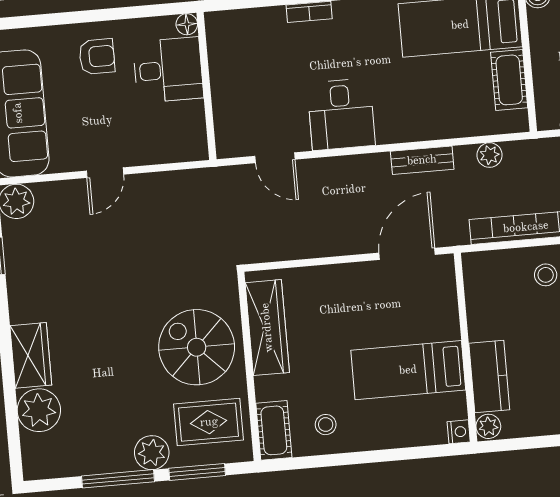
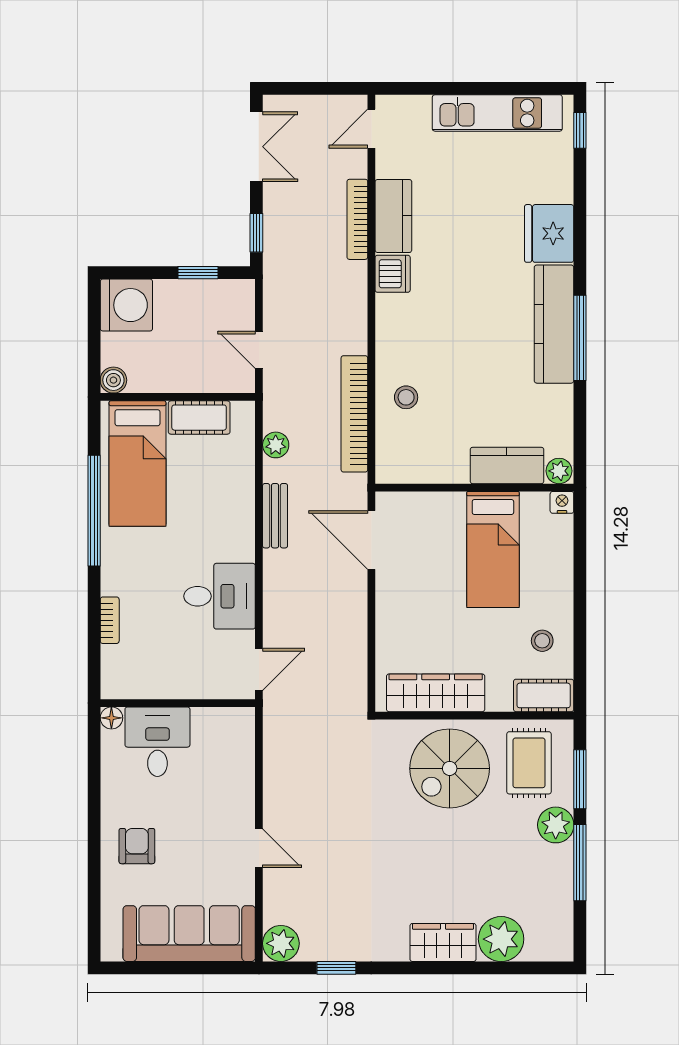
floor lamp: (187, 24) -> (111, 718), moved
desk: (168, 70) -> (157, 742), moved
wall: (206, 86) -> (178, 703), moved

